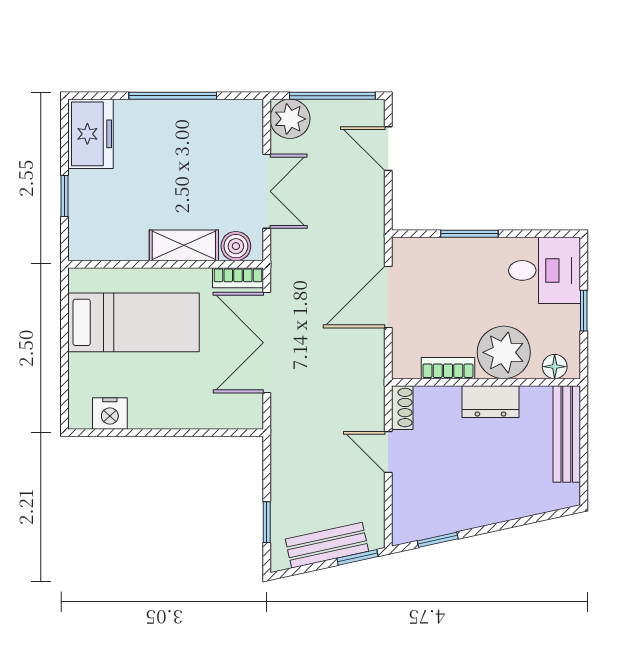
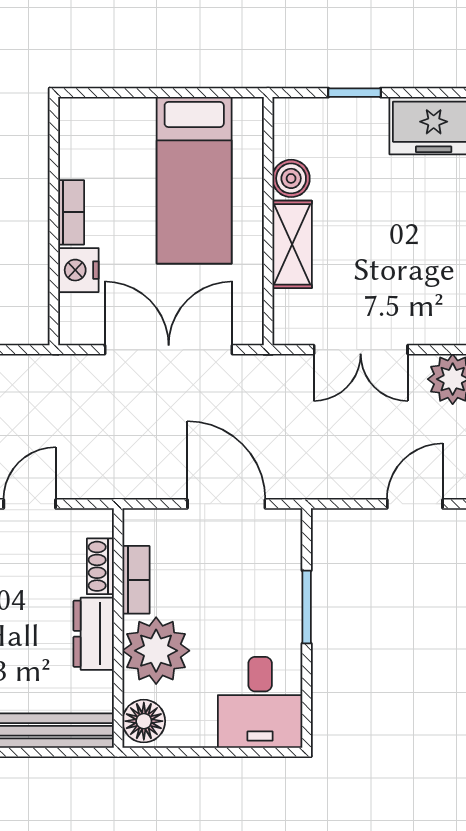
boiler: (236, 246) -> (291, 178), moved
bookcase: (238, 278) -> (71, 212), moved, turned 180
window: (584, 311) -> (209, 752), removed
floor lamp: (555, 367) -> (144, 721), width x1.37, depth x1.37
shoe rack: (402, 408) -> (100, 566), moved, turned 90
nightstand: (110, 413) -> (78, 270), moved

